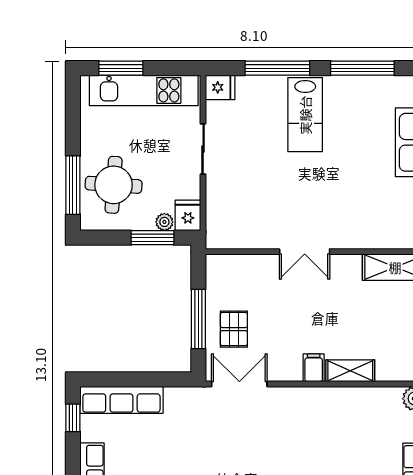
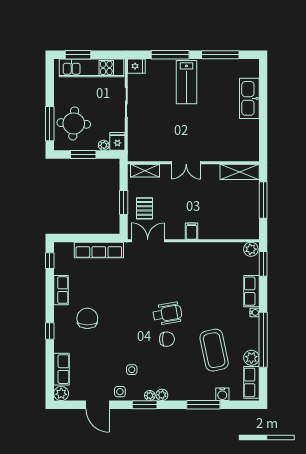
window: (152, 238) -> (83, 155), moved
window: (198, 319) -> (124, 202), width x0.69
shelving: (350, 371) -> (145, 171), moved
row of seats: (121, 400) -> (99, 250), moved

